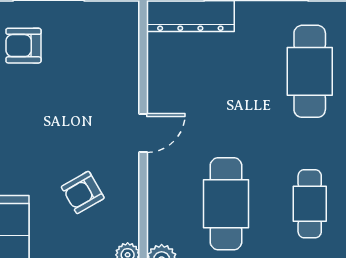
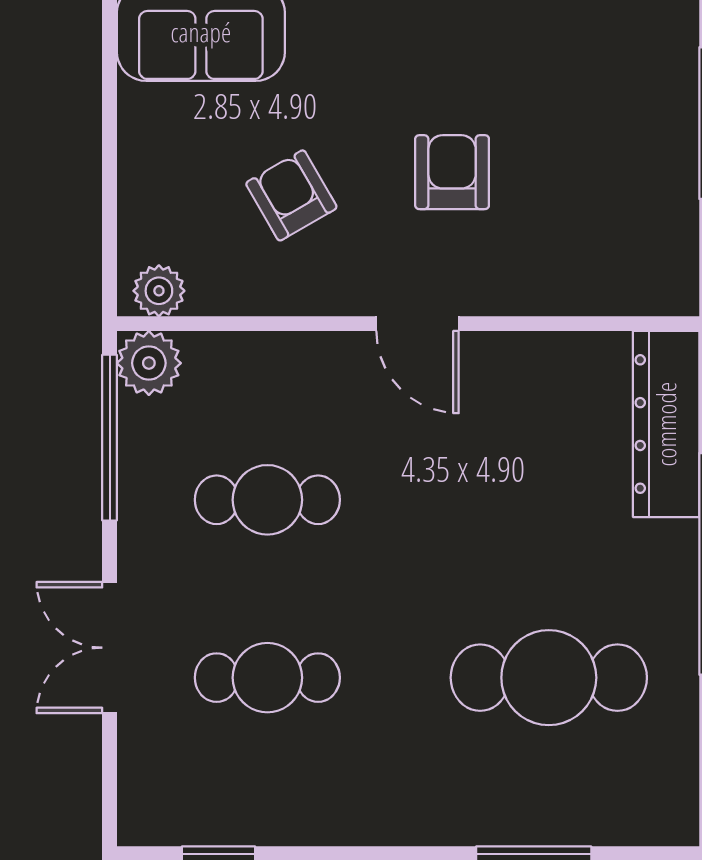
armchair: (23, 46) -> (452, 172), moved
cafe table: (226, 204) -> (267, 500), width x0.73, depth x0.74

